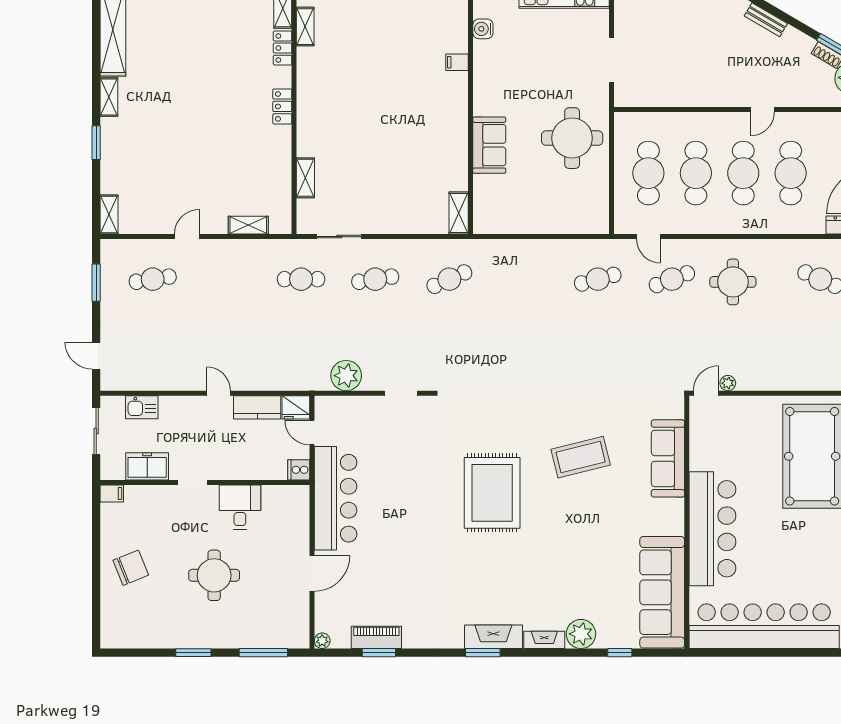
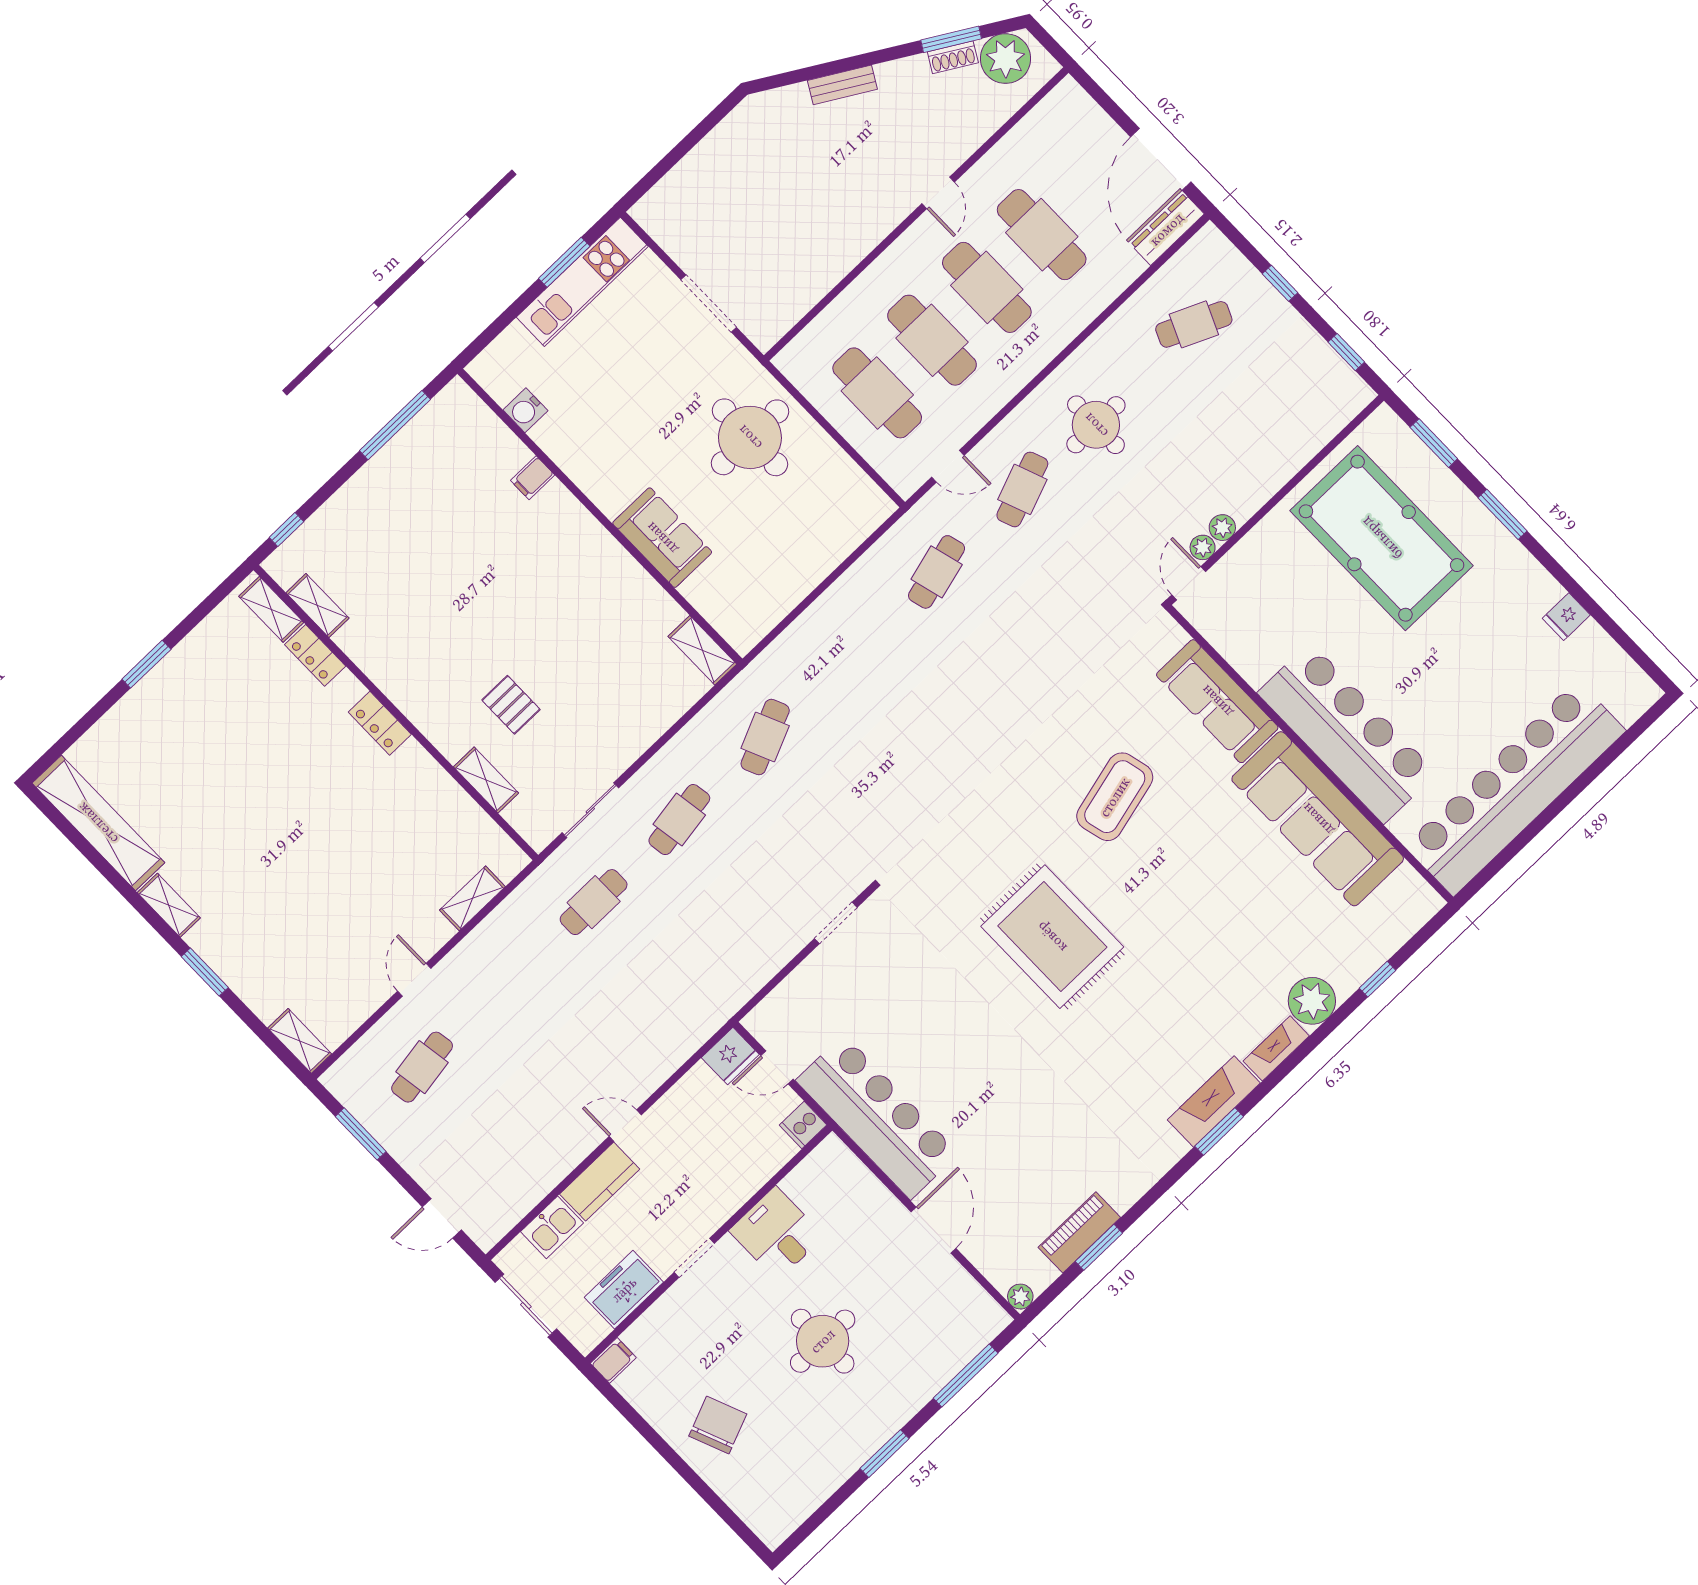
pallet: (349, 155) -> (511, 705), added
plant: (346, 376) -> (1222, 528), moved, width x0.53, depth x0.53
kitchen counter: (257, 407) -> (600, 1182), moved
sofa: (662, 592) -> (1318, 819), moved

